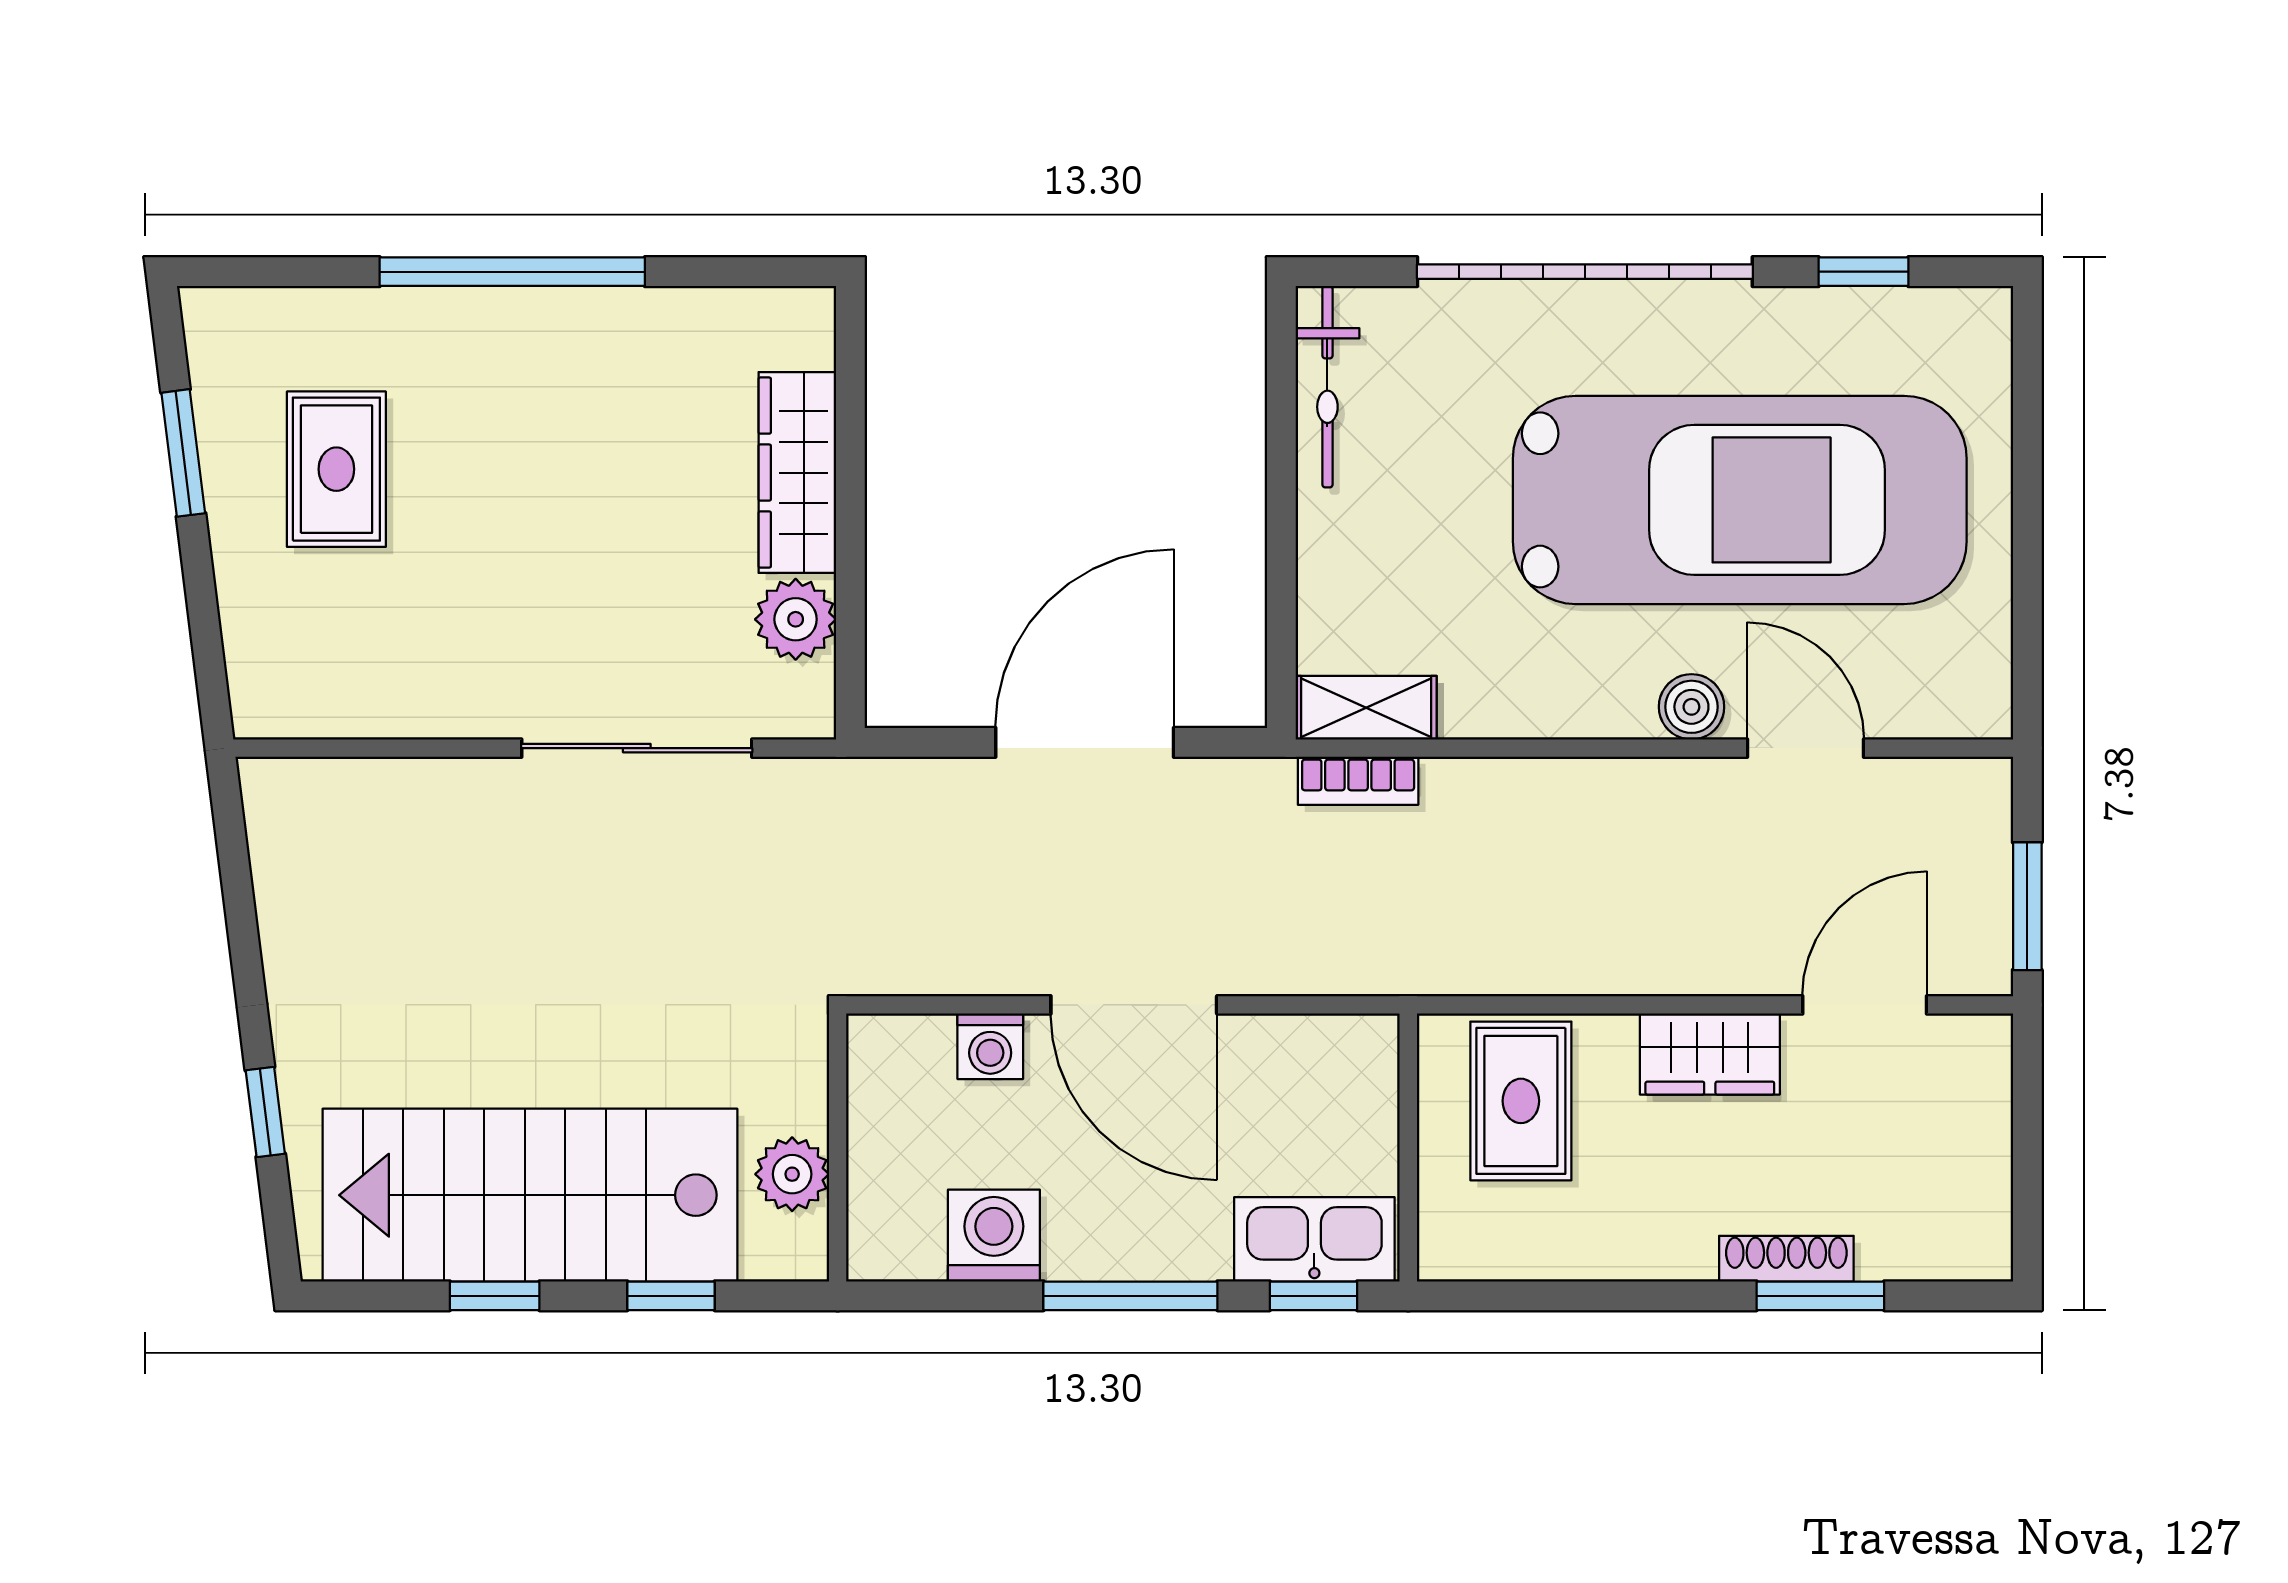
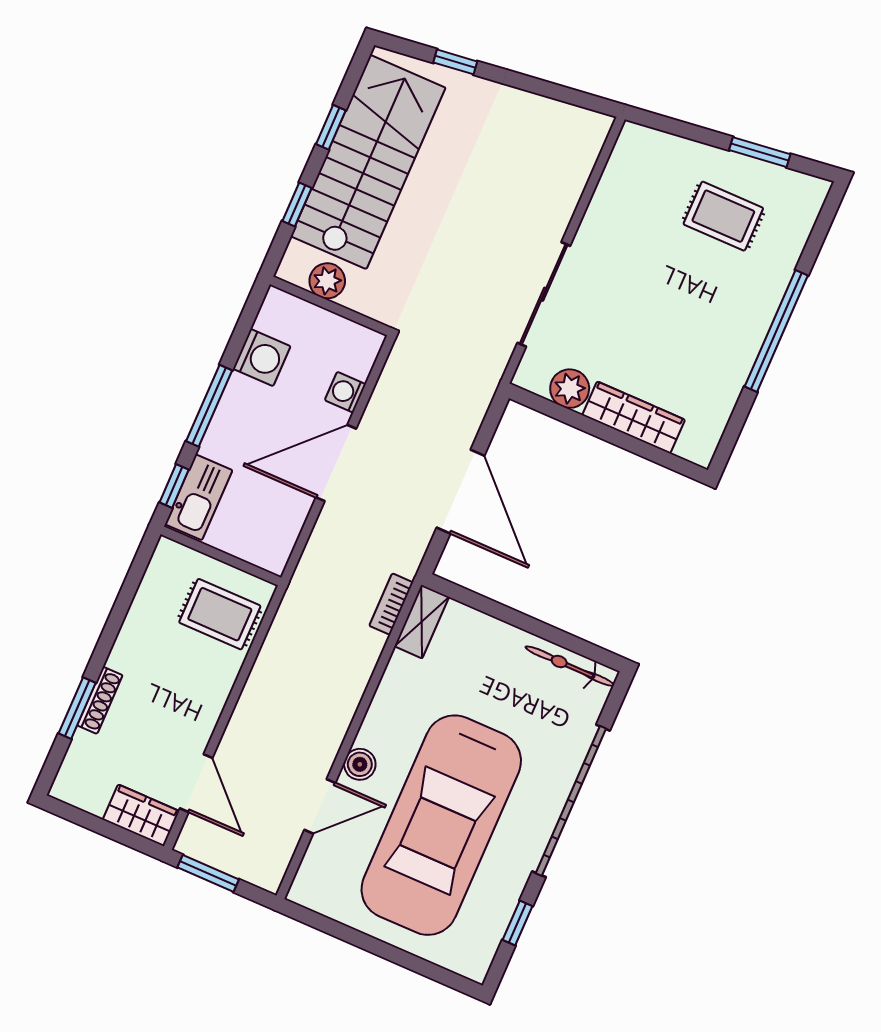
wardrobe: (1710, 1054) -> (141, 815), moved, turned 90

